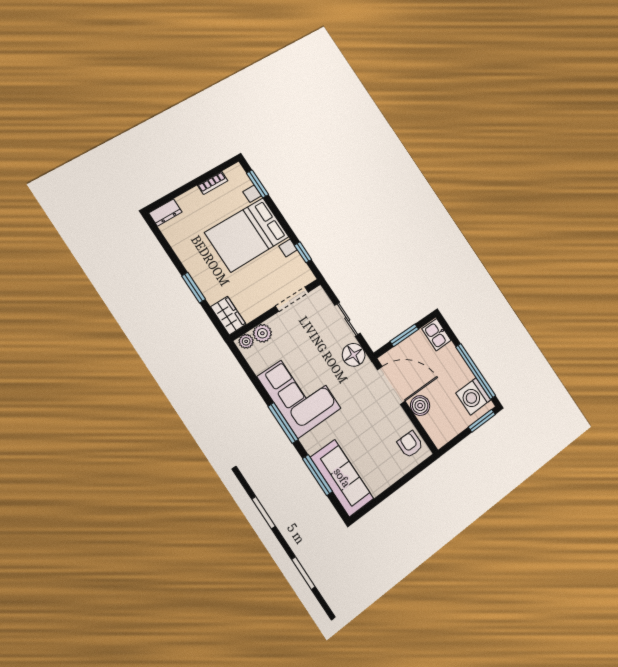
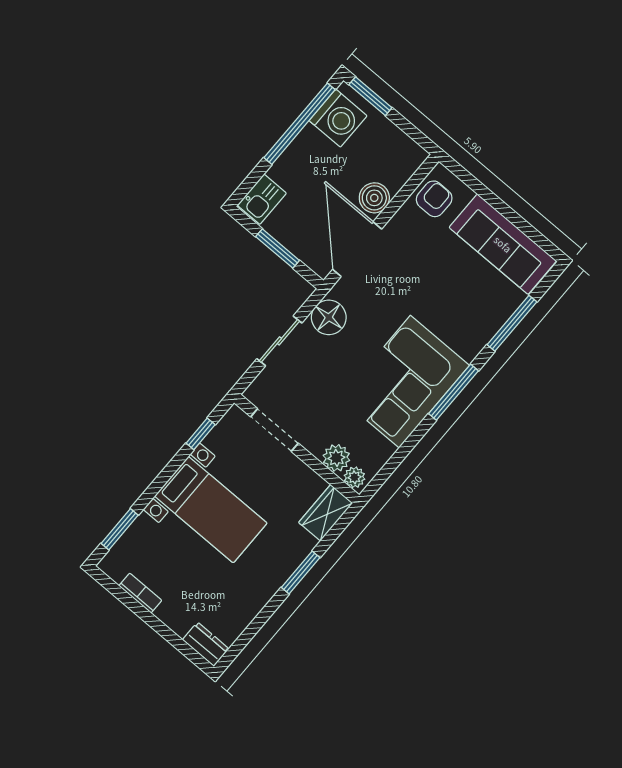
bed with nightstands: (247, 235) -> (211, 510), width x0.73
armchair: (410, 444) -> (434, 199), turned 180
sofa: (342, 478) -> (503, 244), moved, turned -90

